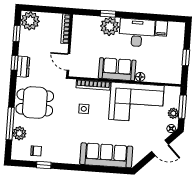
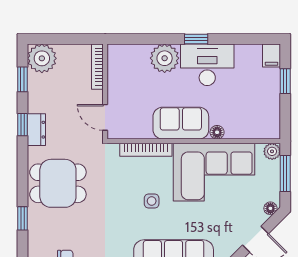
window: (108, 14) -> (196, 39), moved
filing cabinet: (161, 28) -> (272, 56), moved
window: (186, 57) -> (285, 81), moved
side table: (84, 109) -> (152, 201), moved
plant: (173, 113) -> (272, 151), moved
window: (10, 124) -> (22, 218), width x0.46
plant: (19, 133) -> (38, 232), removed

